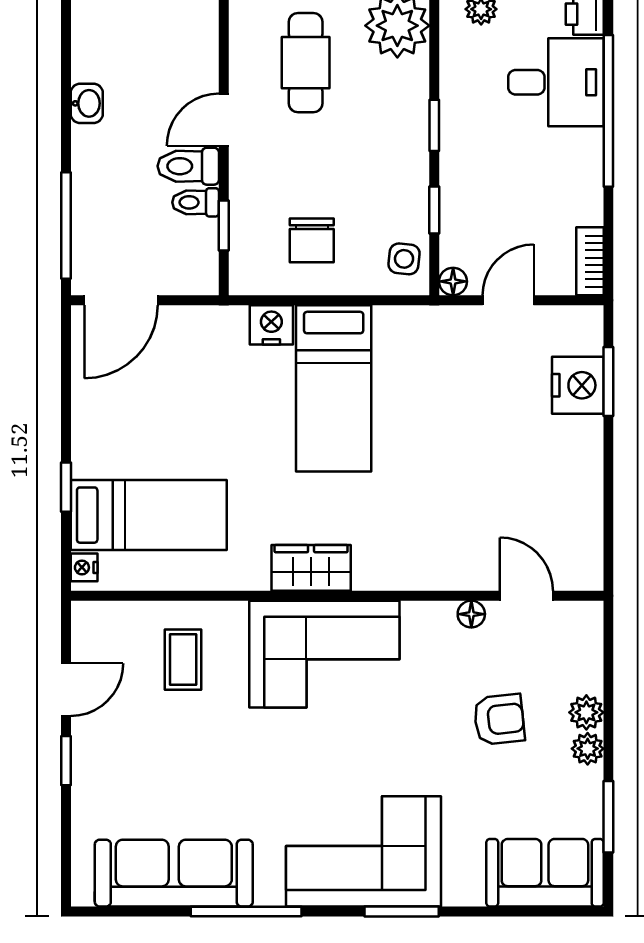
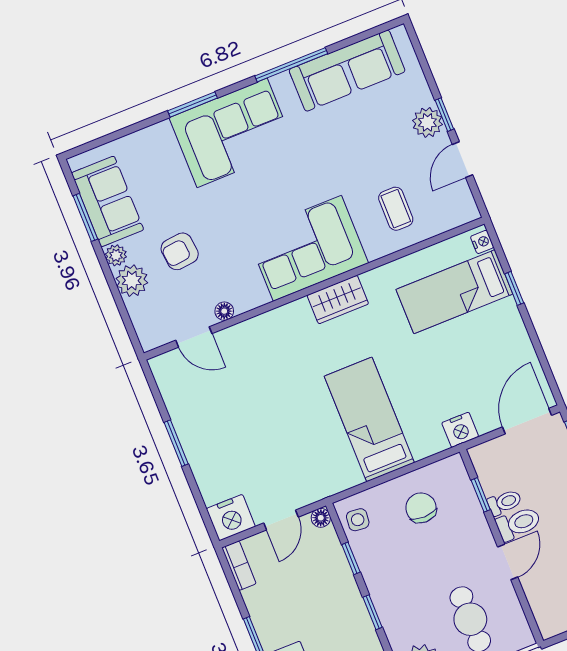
nightstand: (271, 325) -> (460, 430), moved
window: (608, 382) -> (176, 443), moved
nightstand: (578, 385) -> (231, 518), moved, turned -90
plant: (586, 712) -> (132, 281), width x1.38, depth x1.38
plant: (93, 759) -> (427, 122), added
sofa: (545, 873) -> (108, 201), moved, turned -90

